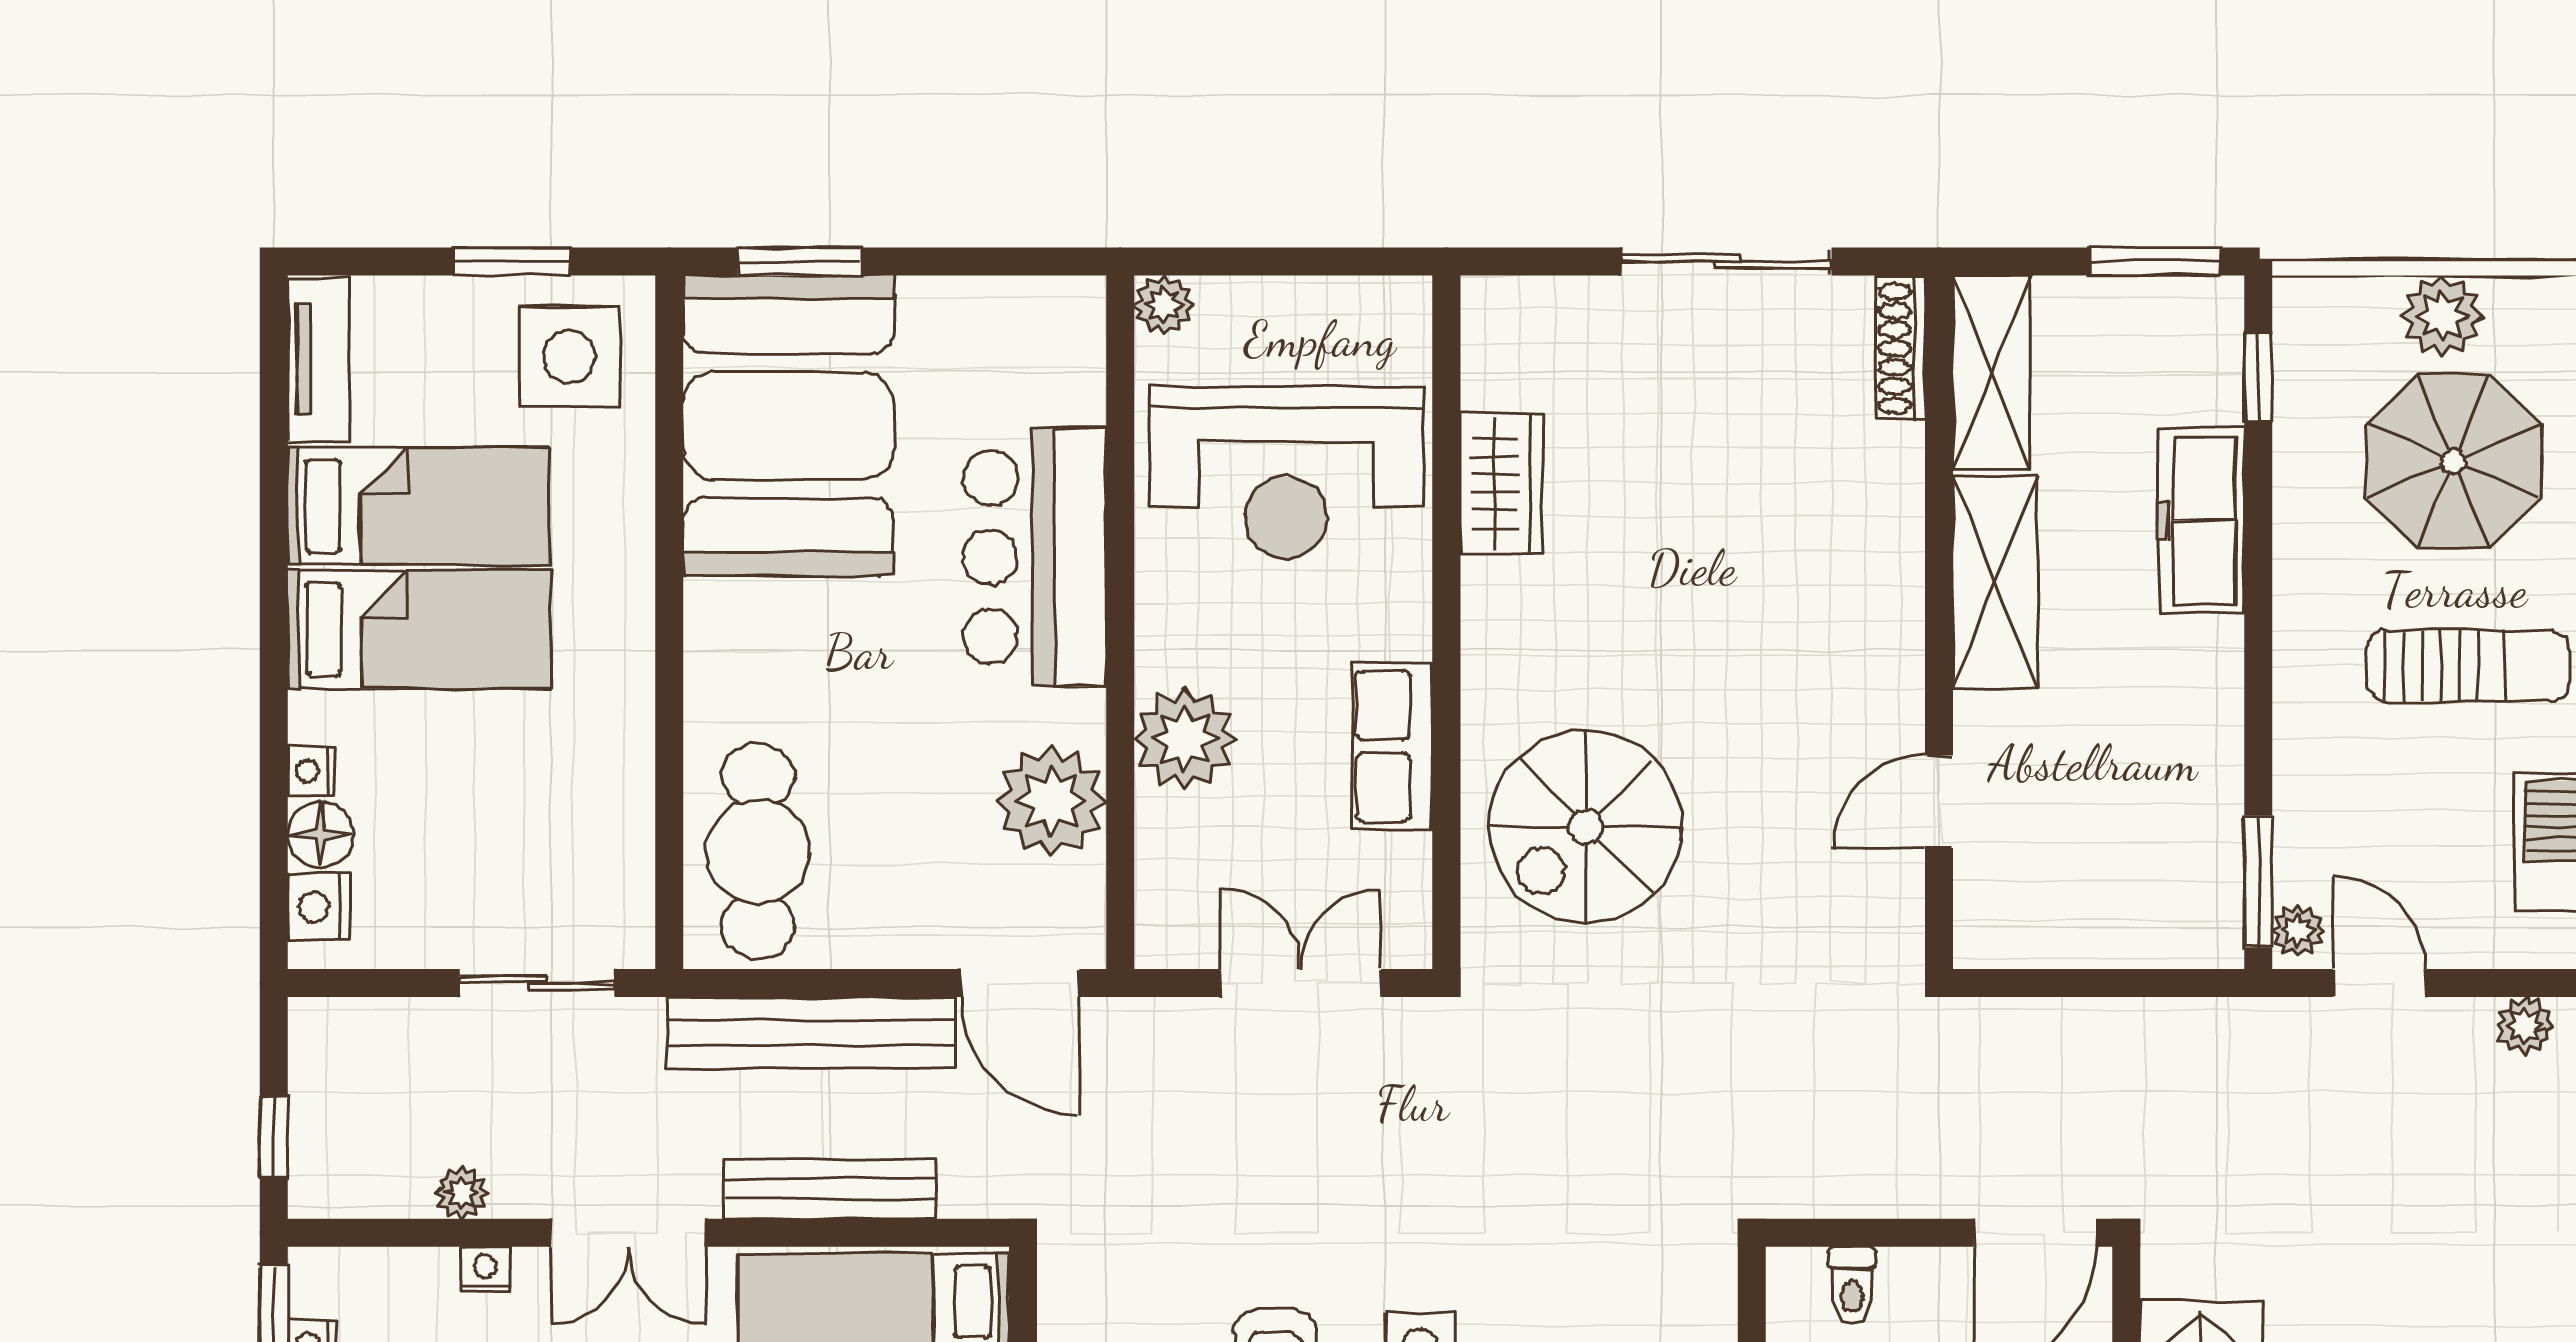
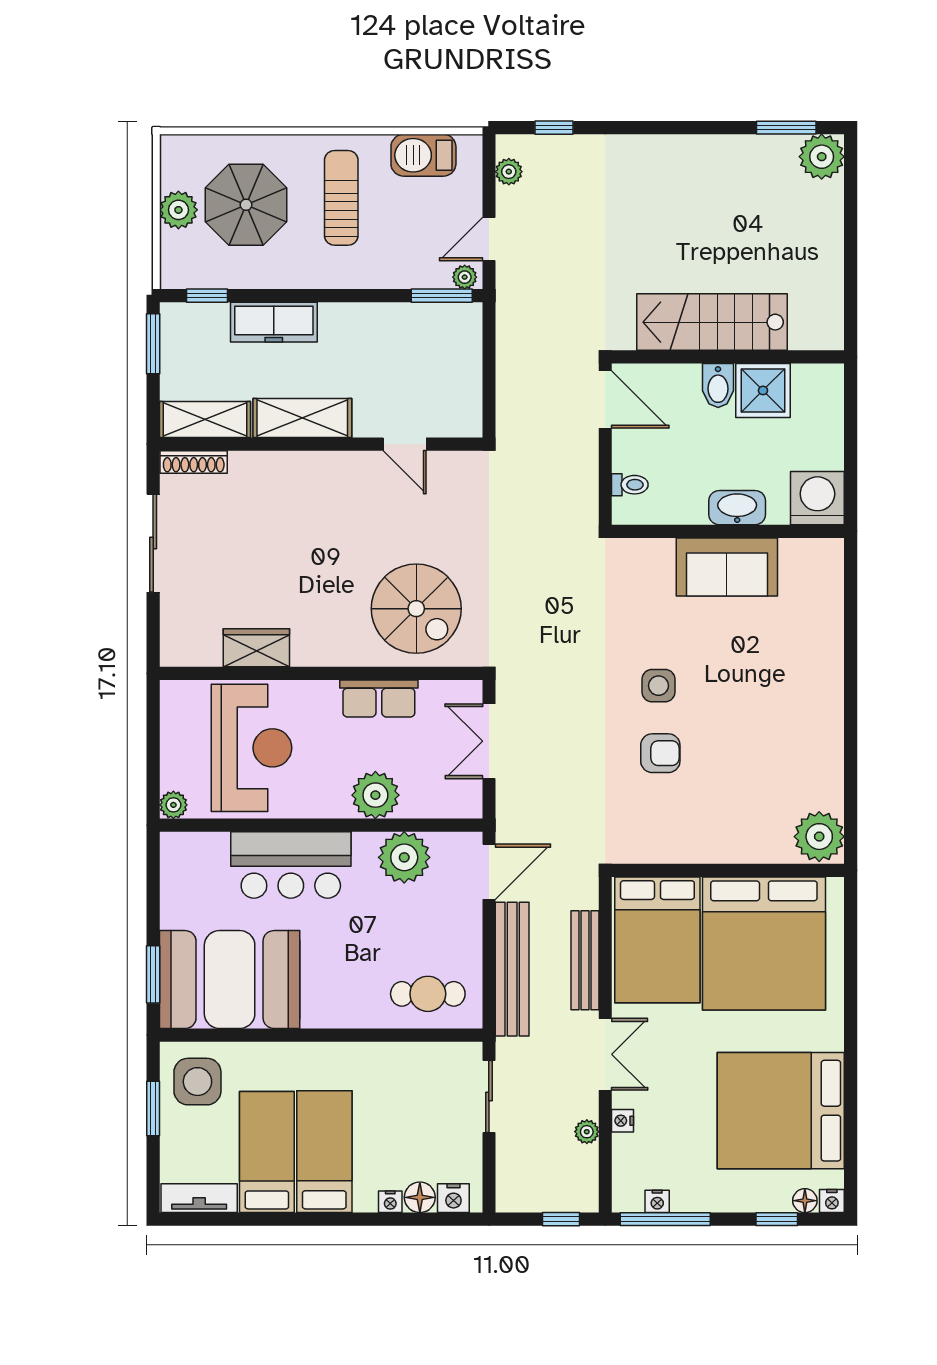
cafe table: (758, 852) -> (428, 994), width x0.73, depth x0.74

